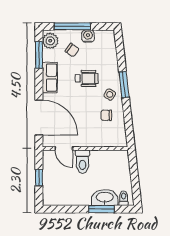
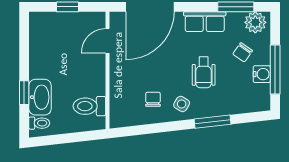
window: (72, 26) -> (275, 69), moved
window: (124, 84) -> (212, 122), moved
toilet: (83, 162) -> (89, 106), moved
window: (101, 209) -> (24, 93), width x0.67

